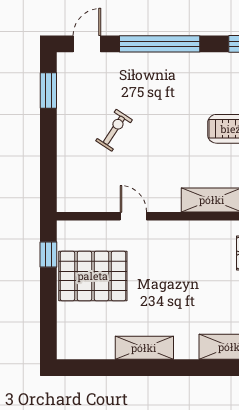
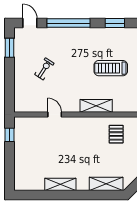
door: (87, 44) -> (30, 23), hinge flipped
pallet: (93, 276) -> (33, 146), removed

